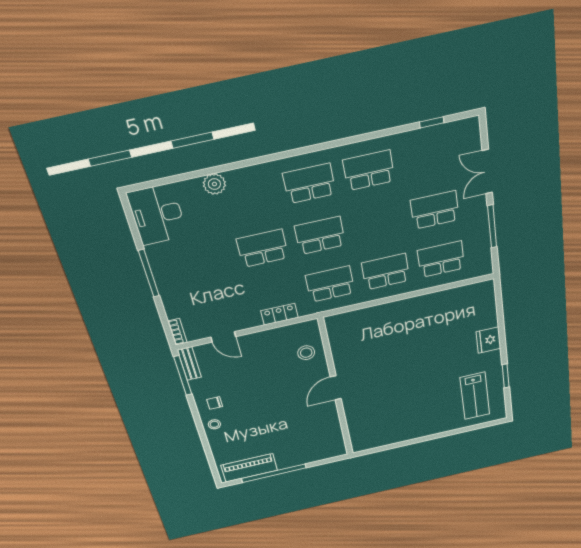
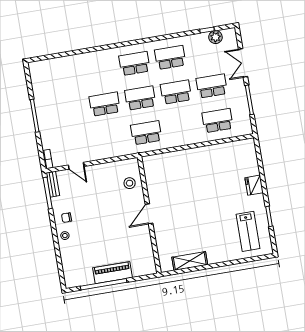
plant: (214, 184) -> (215, 37), moved
desk: (157, 215) -> (44, 77), removed
school desk: (386, 272) -> (176, 92), moved
locker: (279, 314) -> (113, 152), removed
shelving: (393, 437) -> (190, 261), added
piano: (249, 468) -> (112, 273), moved

